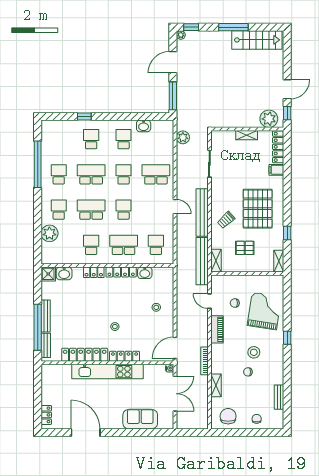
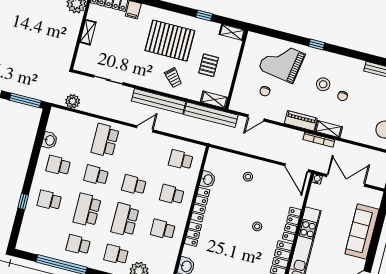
school desk: (124, 245) -> (172, 195), width x0.54
piano: (217, 329) -> (301, 121), moved
shelving: (216, 385) -> (329, 129), moved
sofa: (140, 419) -> (362, 231), width x1.36

